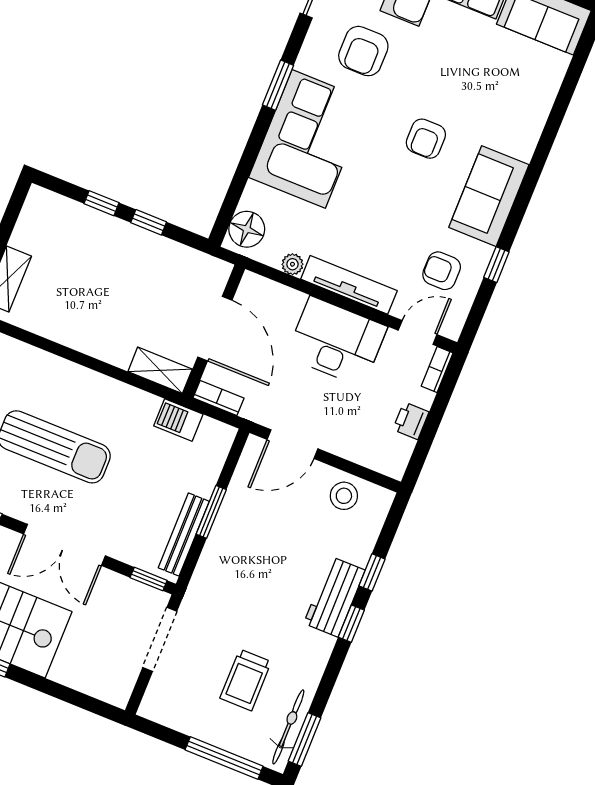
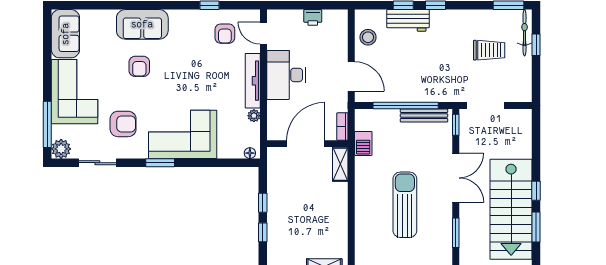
armchair: (426, 139) -> (139, 66), moved, turned 90
sofa: (489, 196) -> (142, 24), moved
floor lamp: (247, 229) -> (250, 153), width x0.53, depth x0.53
bookcase: (437, 370) -> (279, 14), removed
window: (211, 512) -> (406, 106), width x2.11
workbench: (334, 597) -> (408, 20), moved
bicycle: (288, 727) -> (525, 33), moved, turned 90
window: (224, 758) -> (536, 45), width x0.46

